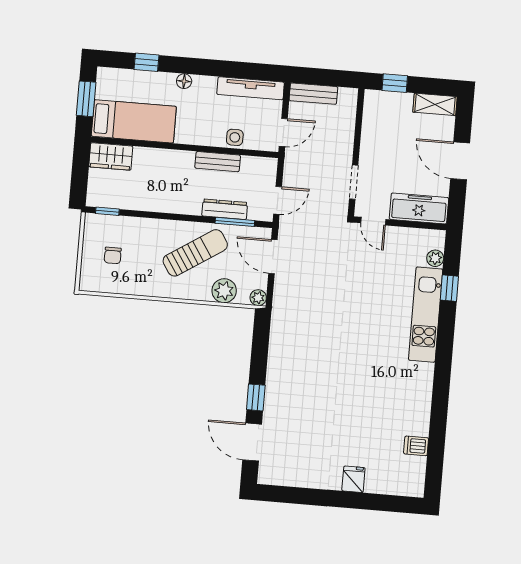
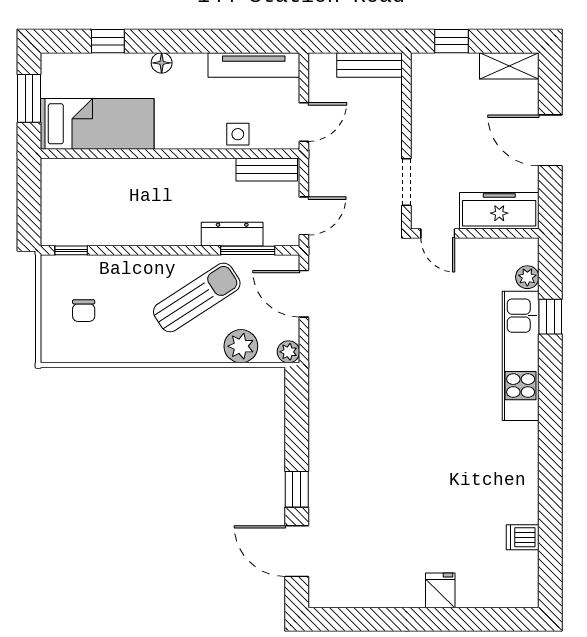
bench: (313, 94) -> (369, 65), moved
wardrobe: (111, 156) -> (70, 175), removed
bench: (218, 162) -> (267, 170), moved

